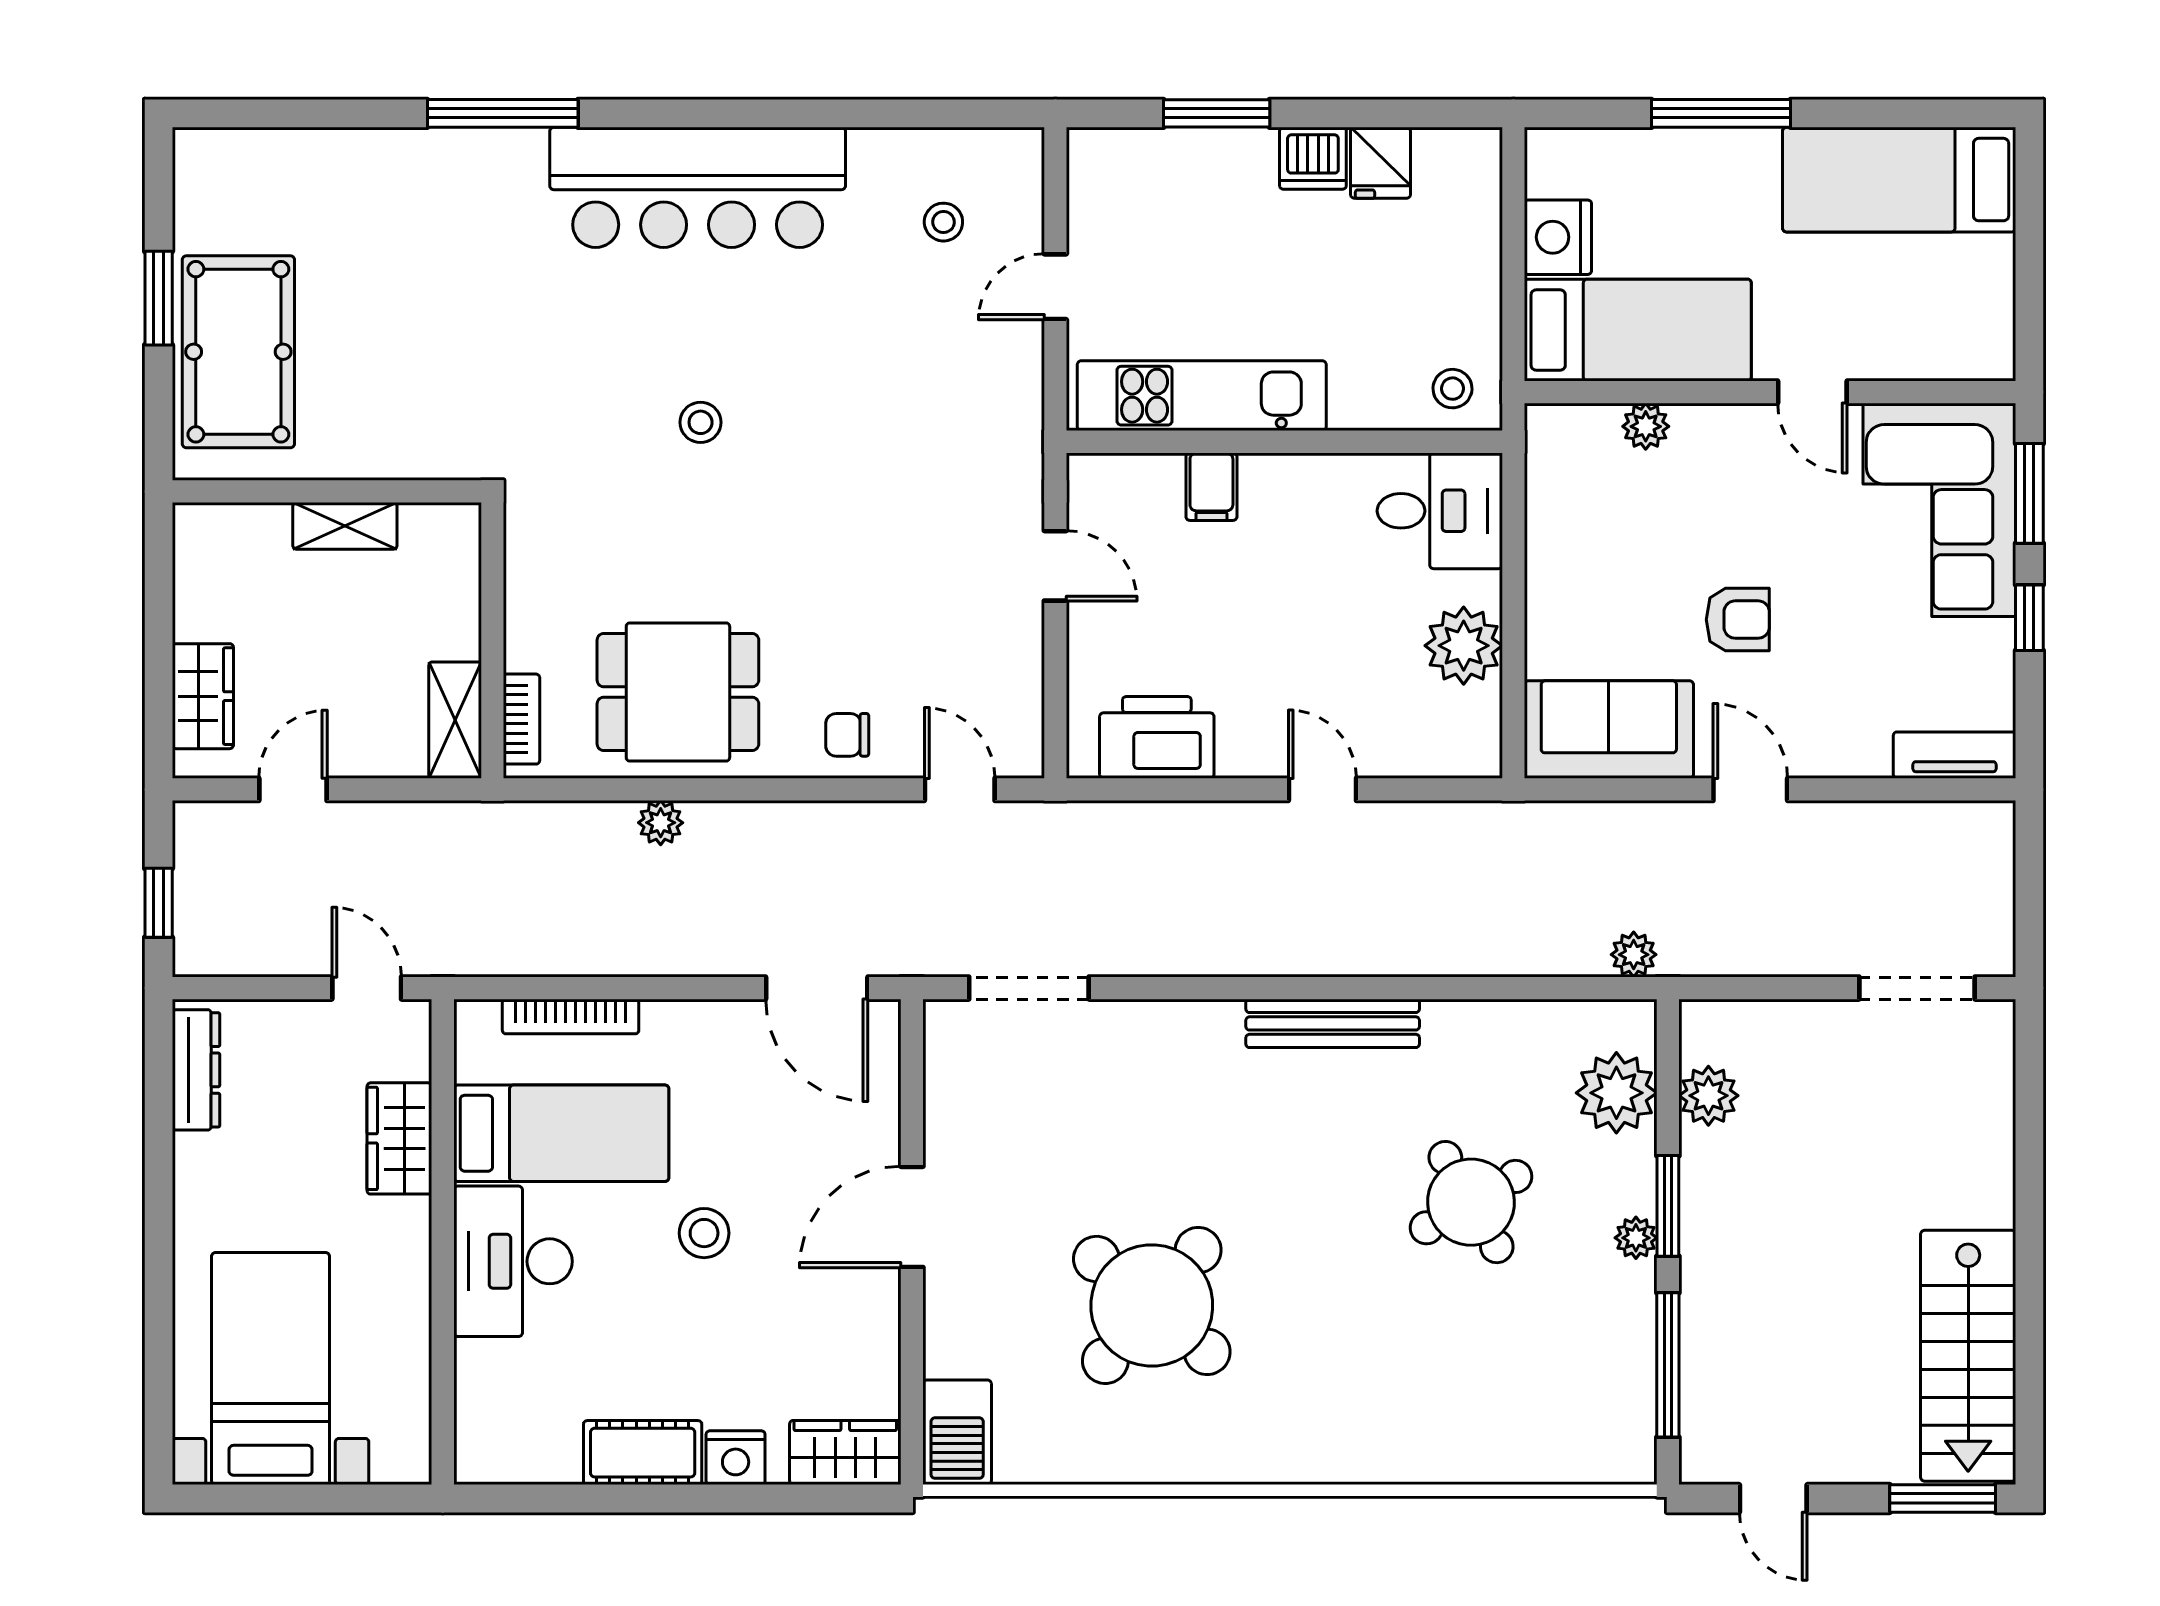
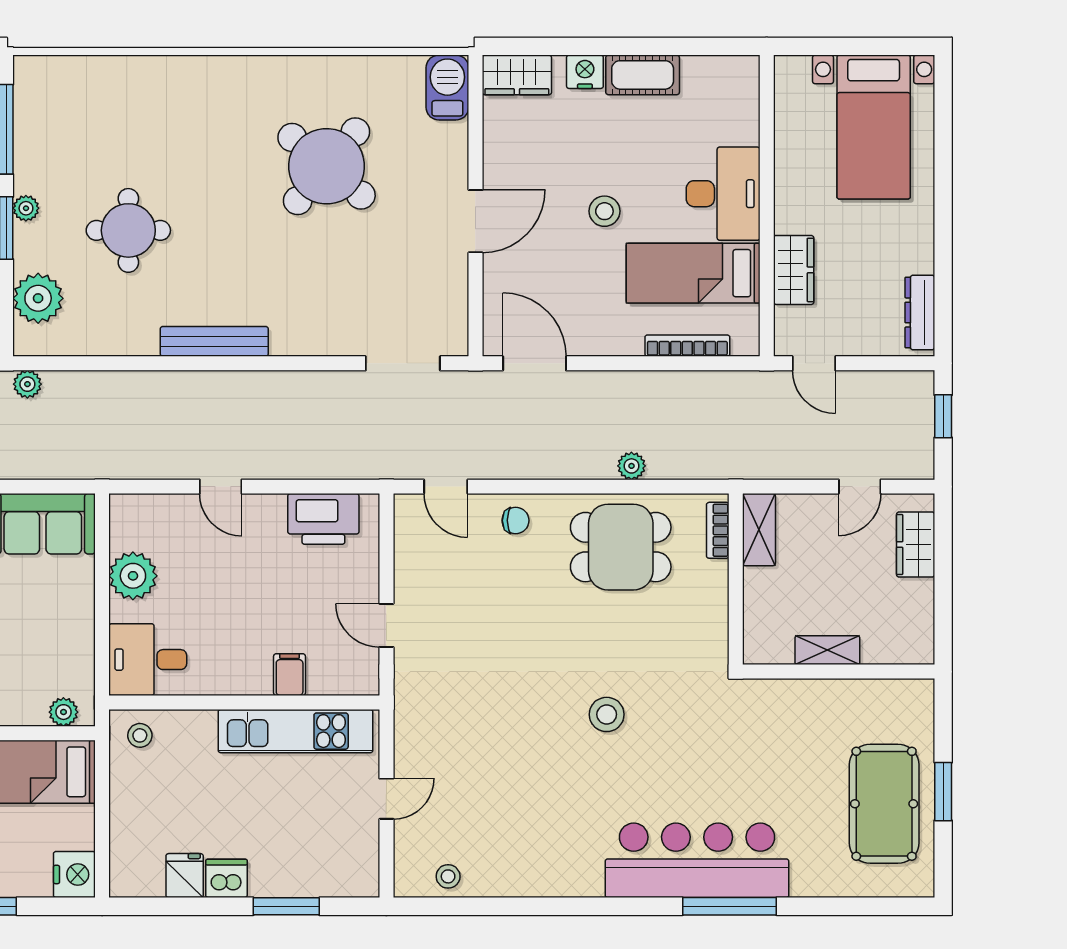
bar counter: (698, 187) -> (697, 860), moved
stool: (943, 222) -> (448, 876), moved
nightstand: (1558, 237) -> (74, 874), moved
pool table: (238, 352) -> (884, 804), moved
stool: (701, 422) -> (607, 714), width x1.37, depth x1.37
plant: (1646, 426) -> (63, 712), moved
round table: (1471, 1202) -> (128, 230), turned 30

